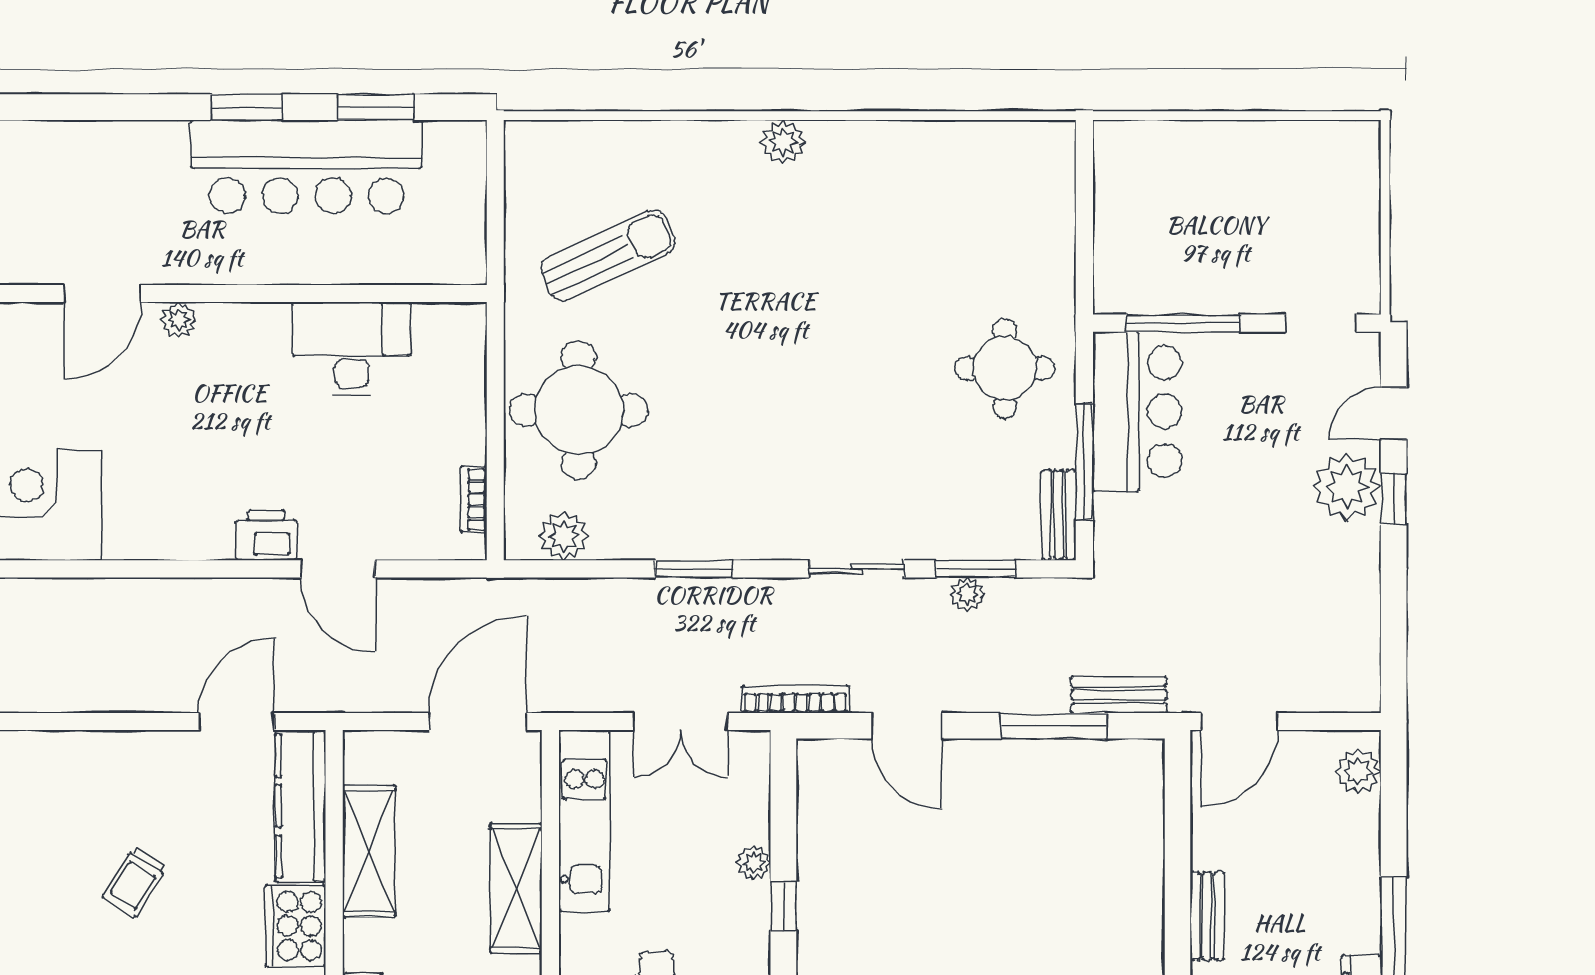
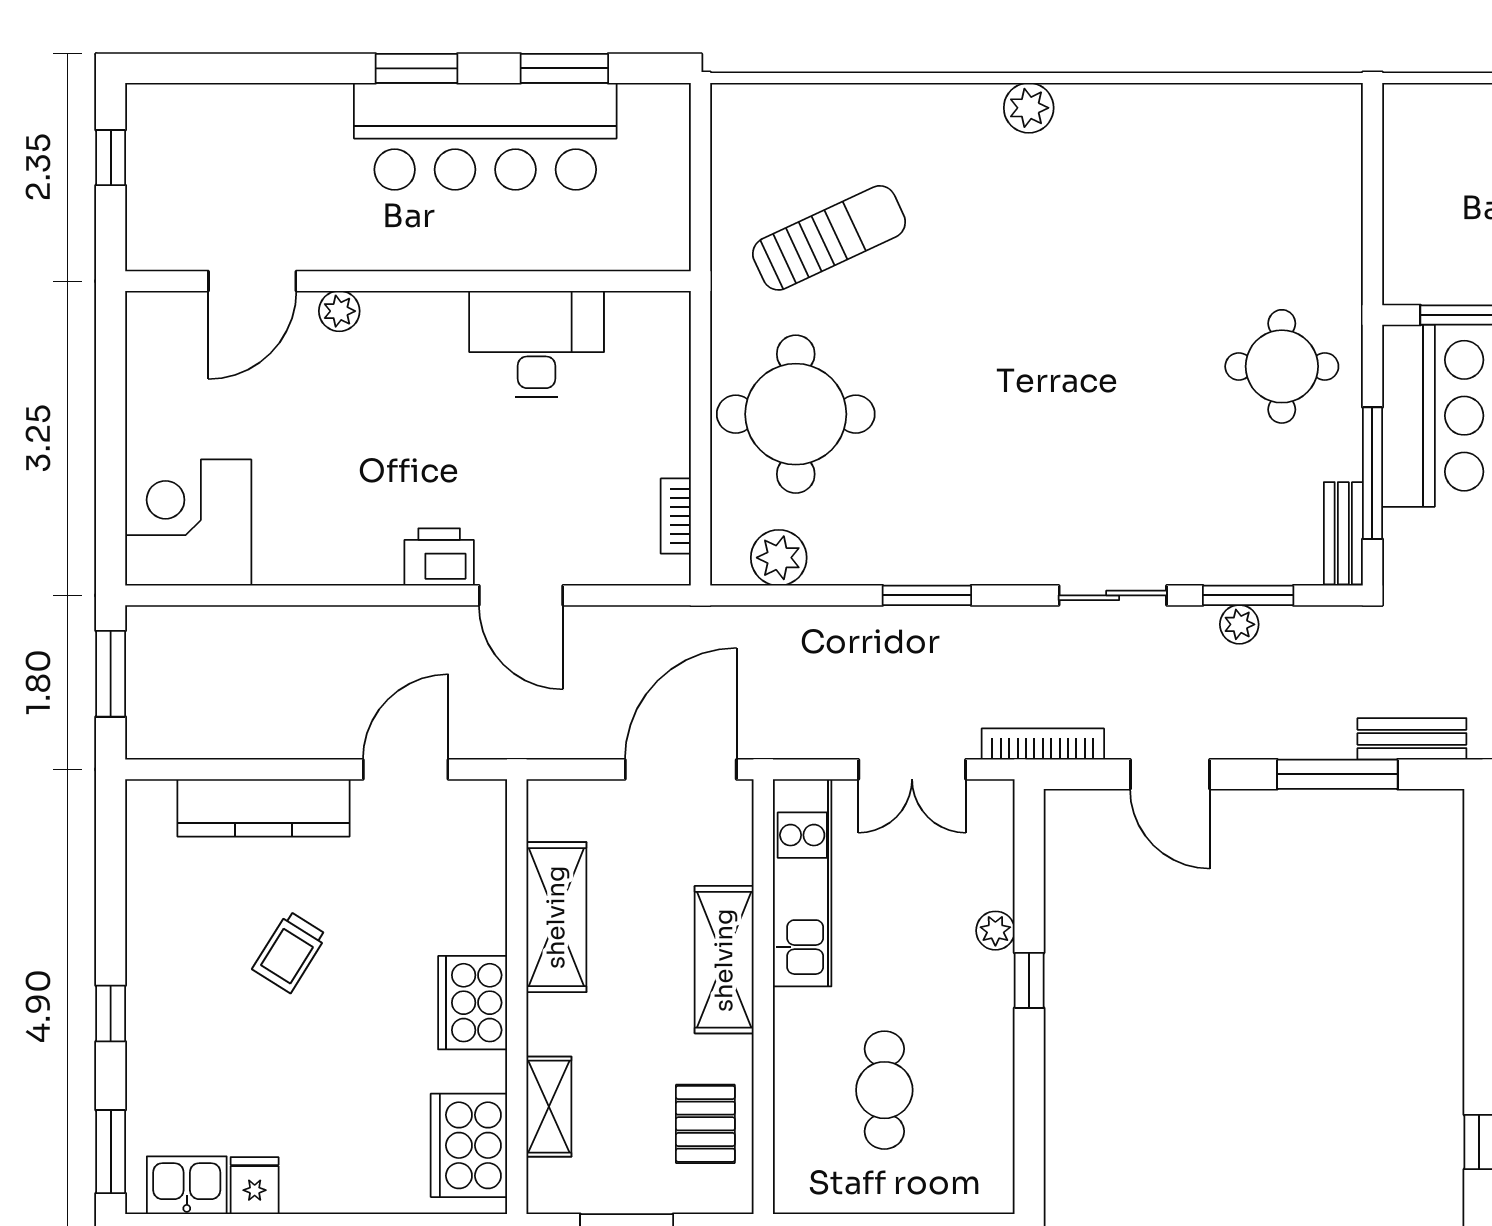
kitchen counter: (301, 806) -> (264, 808), moved, turned -90

